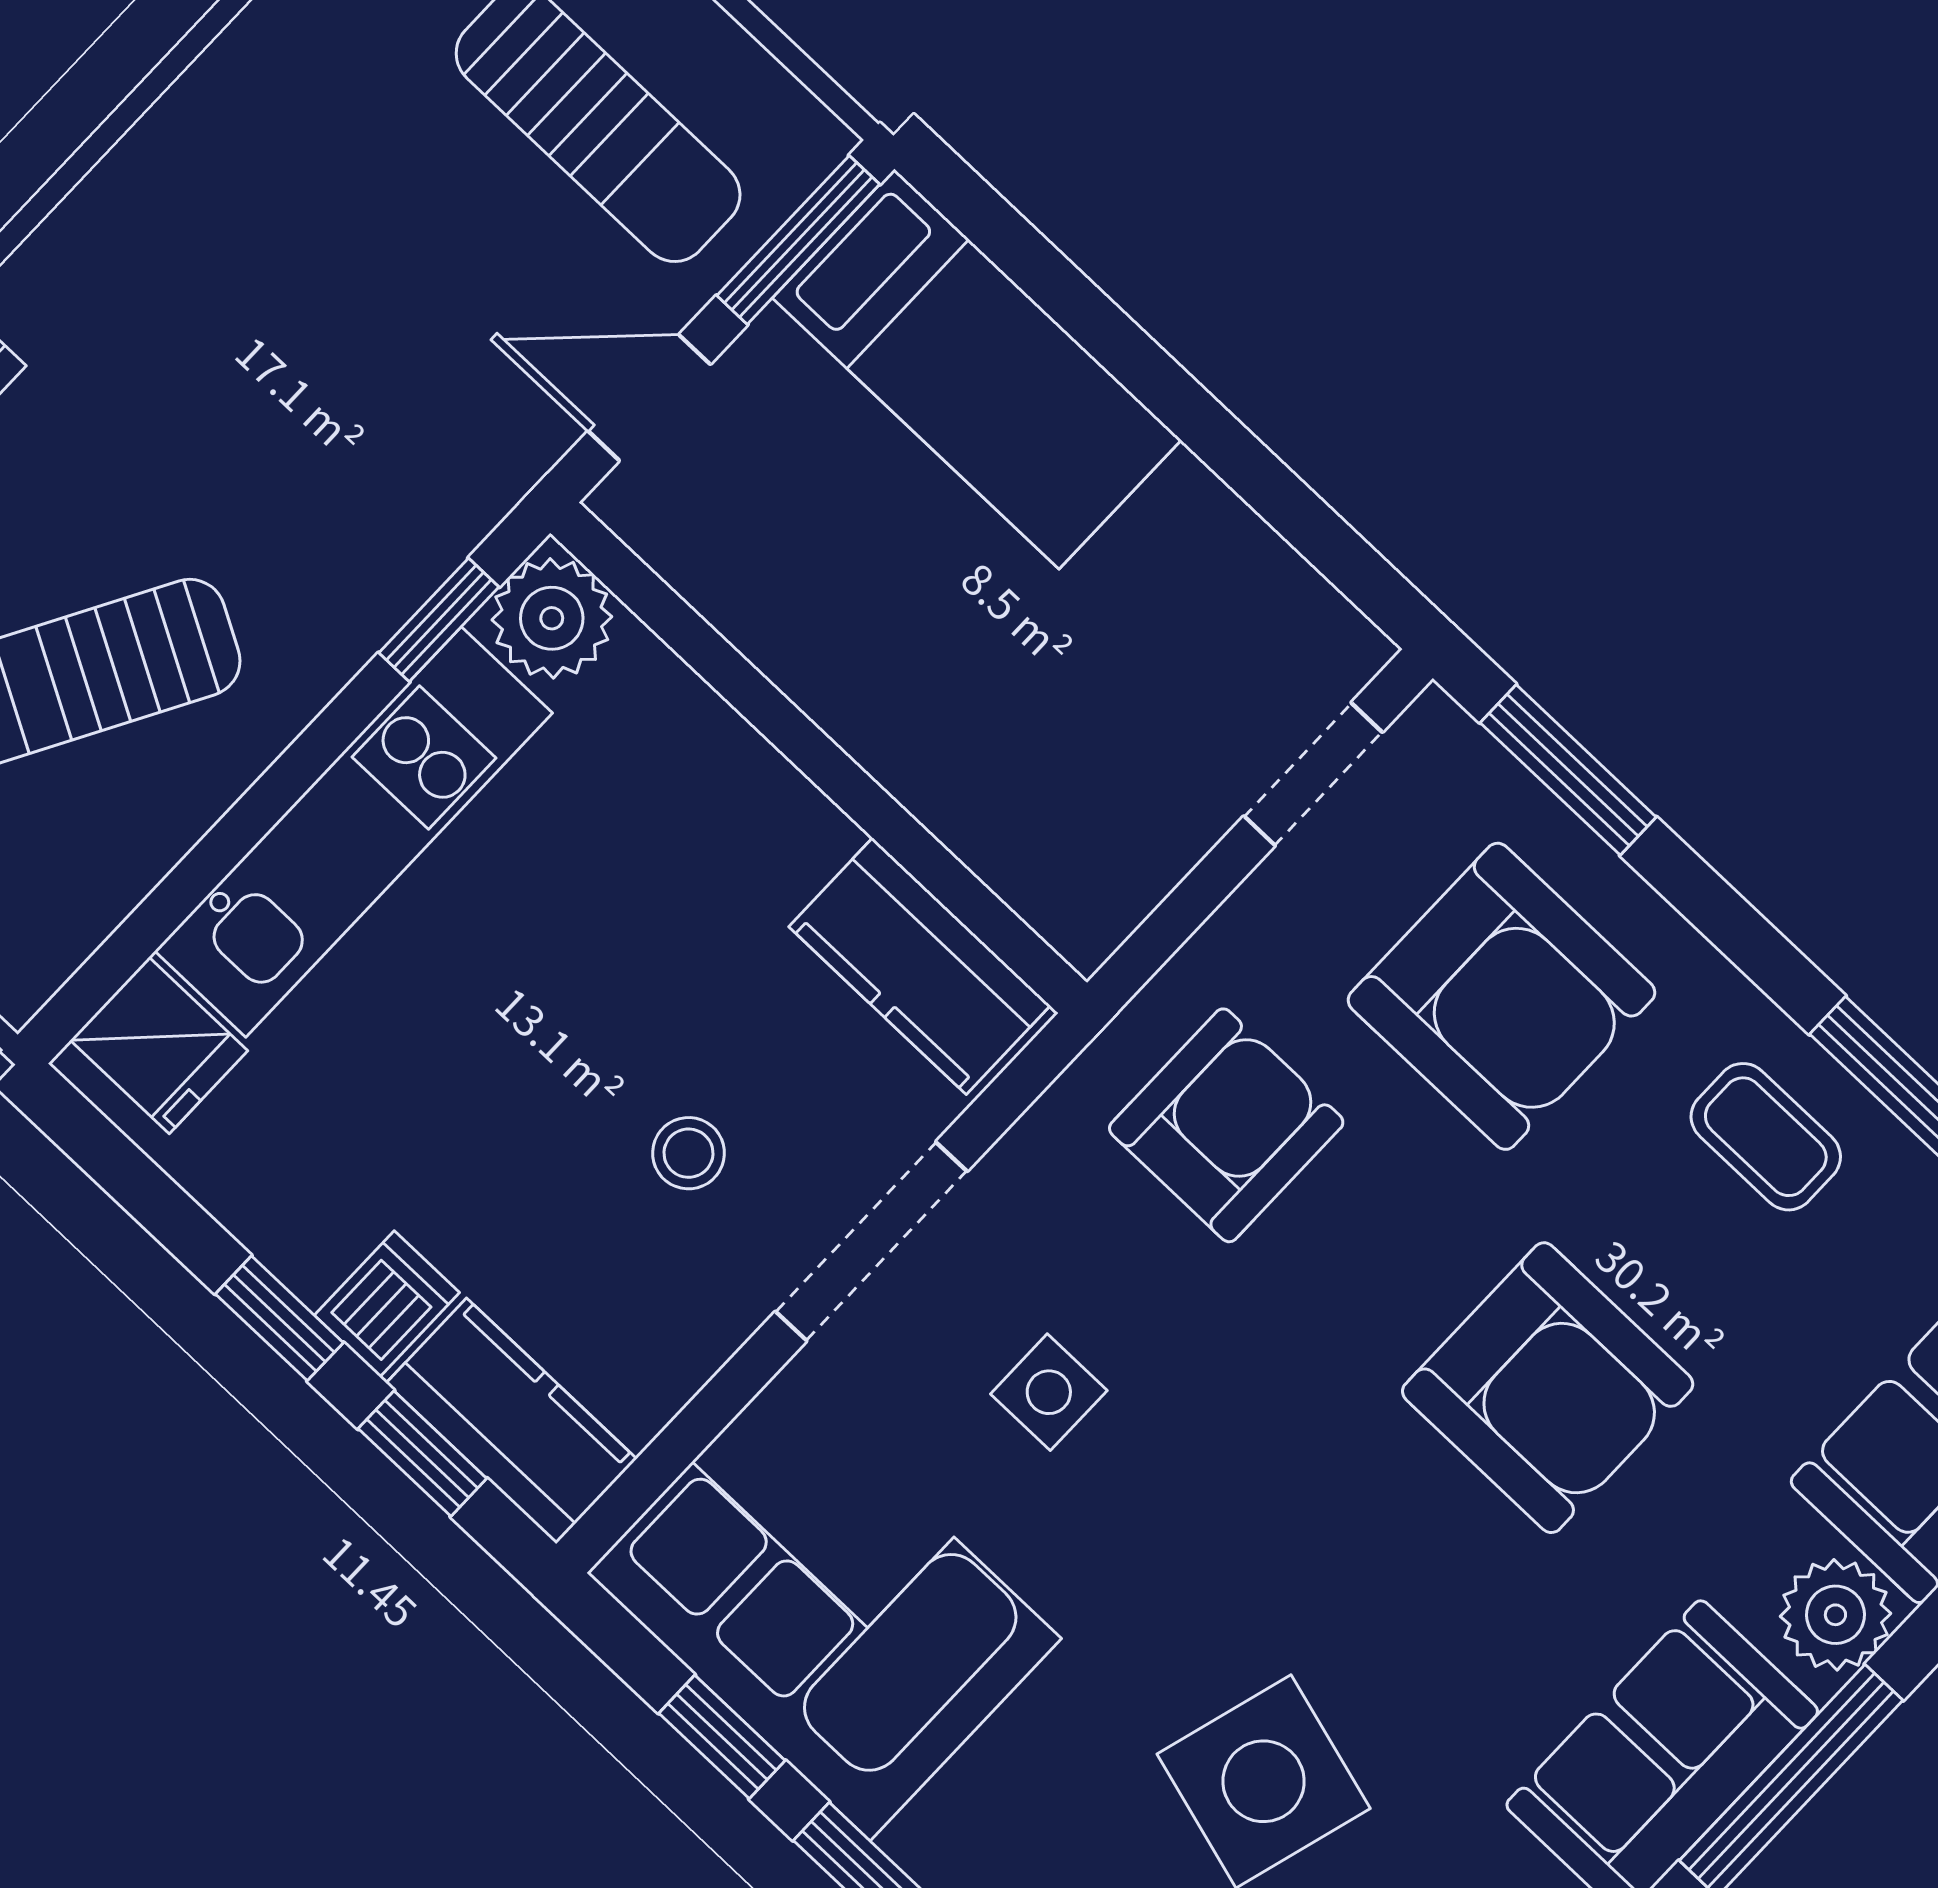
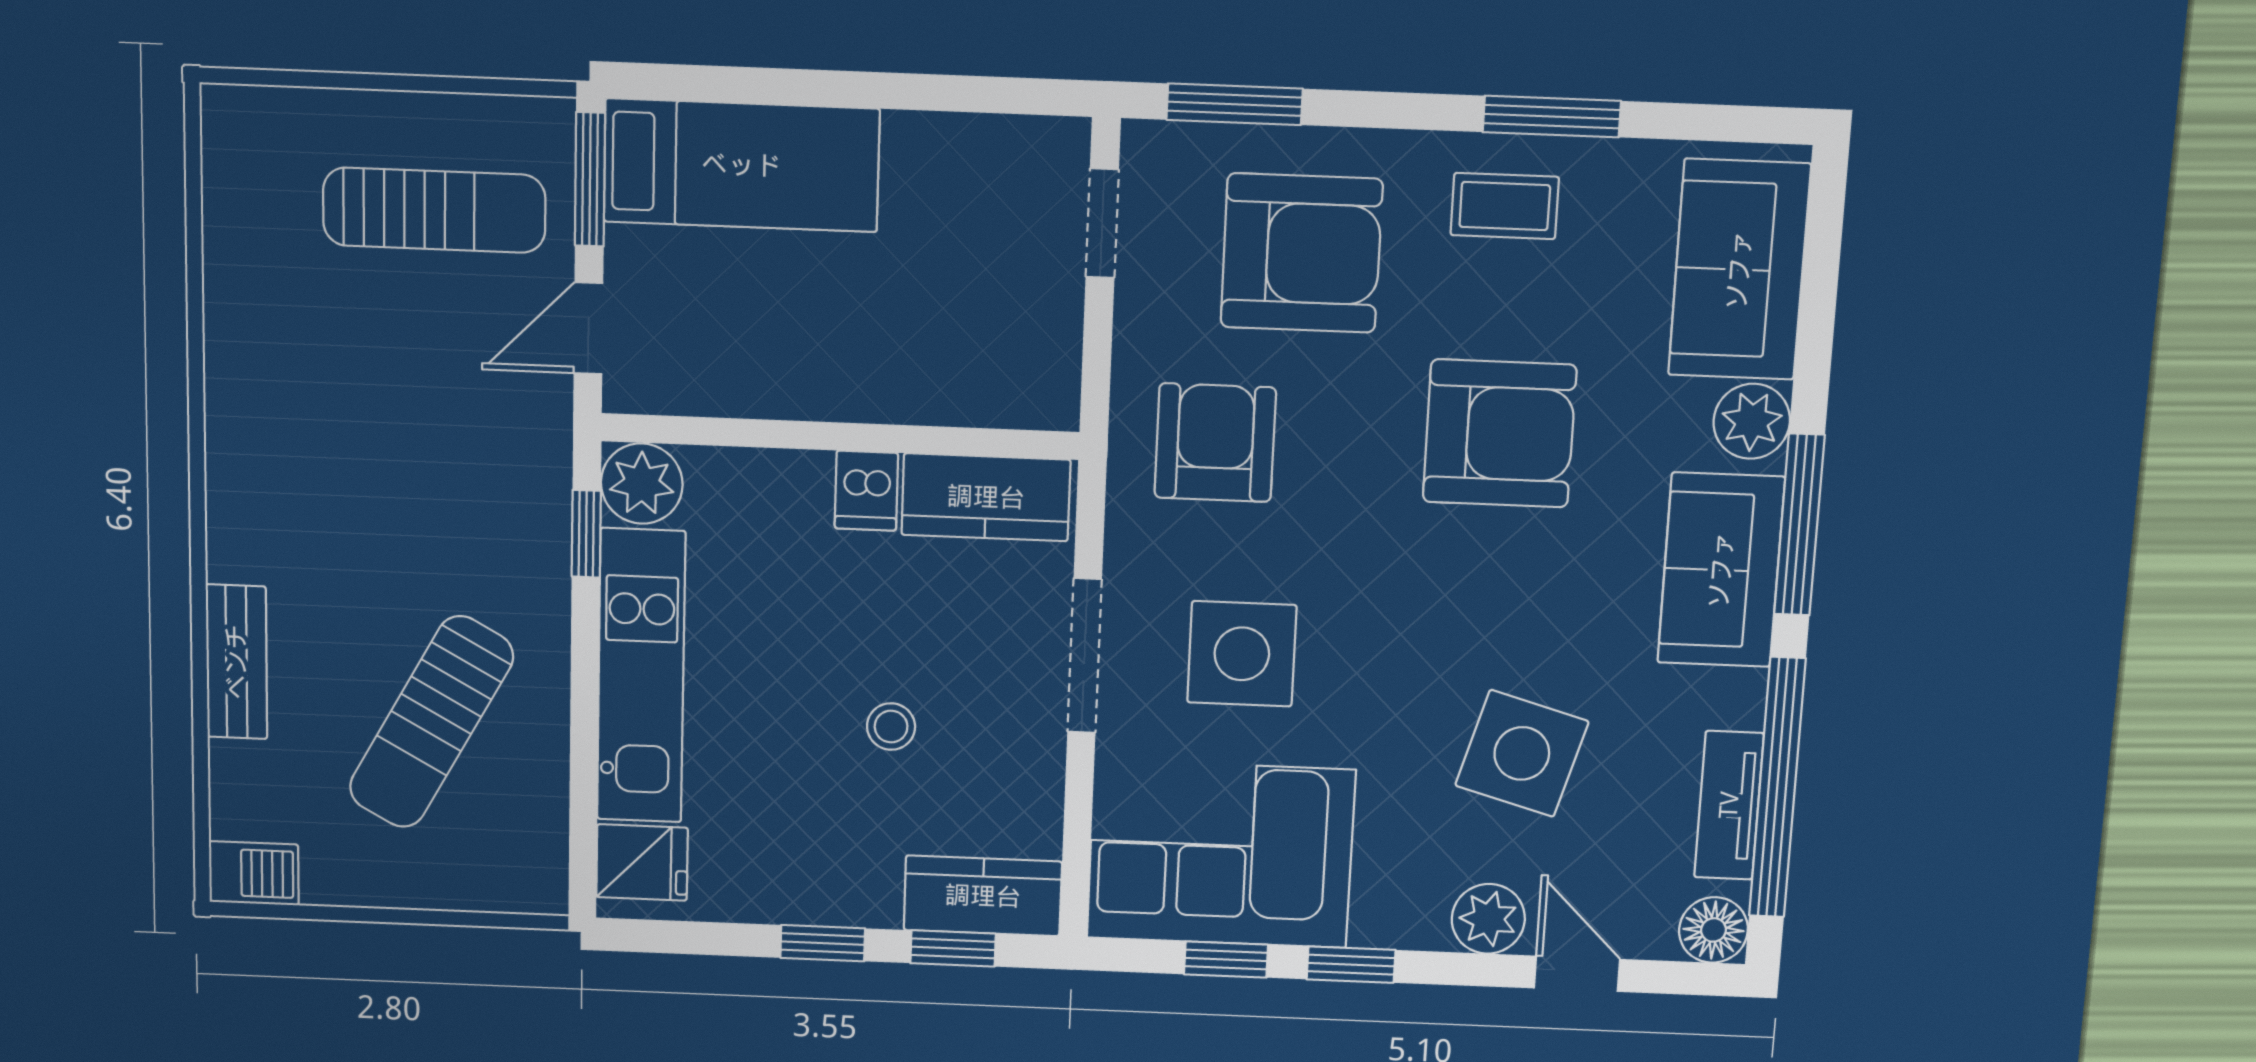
stool: (689, 1153) -> (891, 727), moved
dishwasher: (387, 1304) -> (866, 491), moved, turned 180
side table: (1049, 1392) -> (1242, 654), width x1.87, depth x1.87

